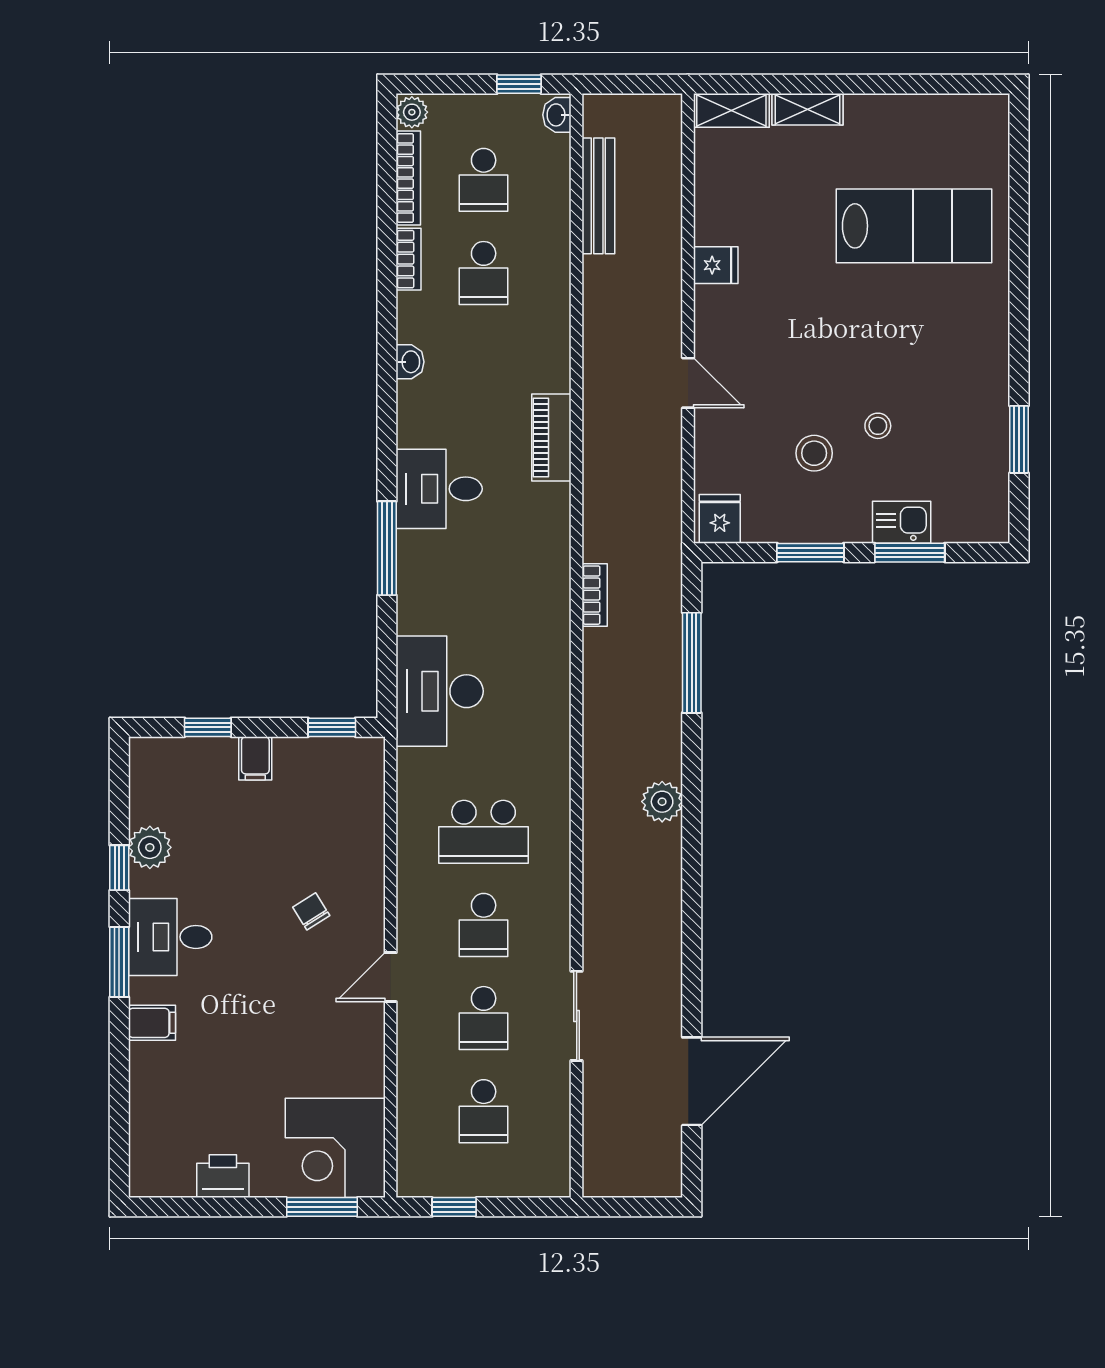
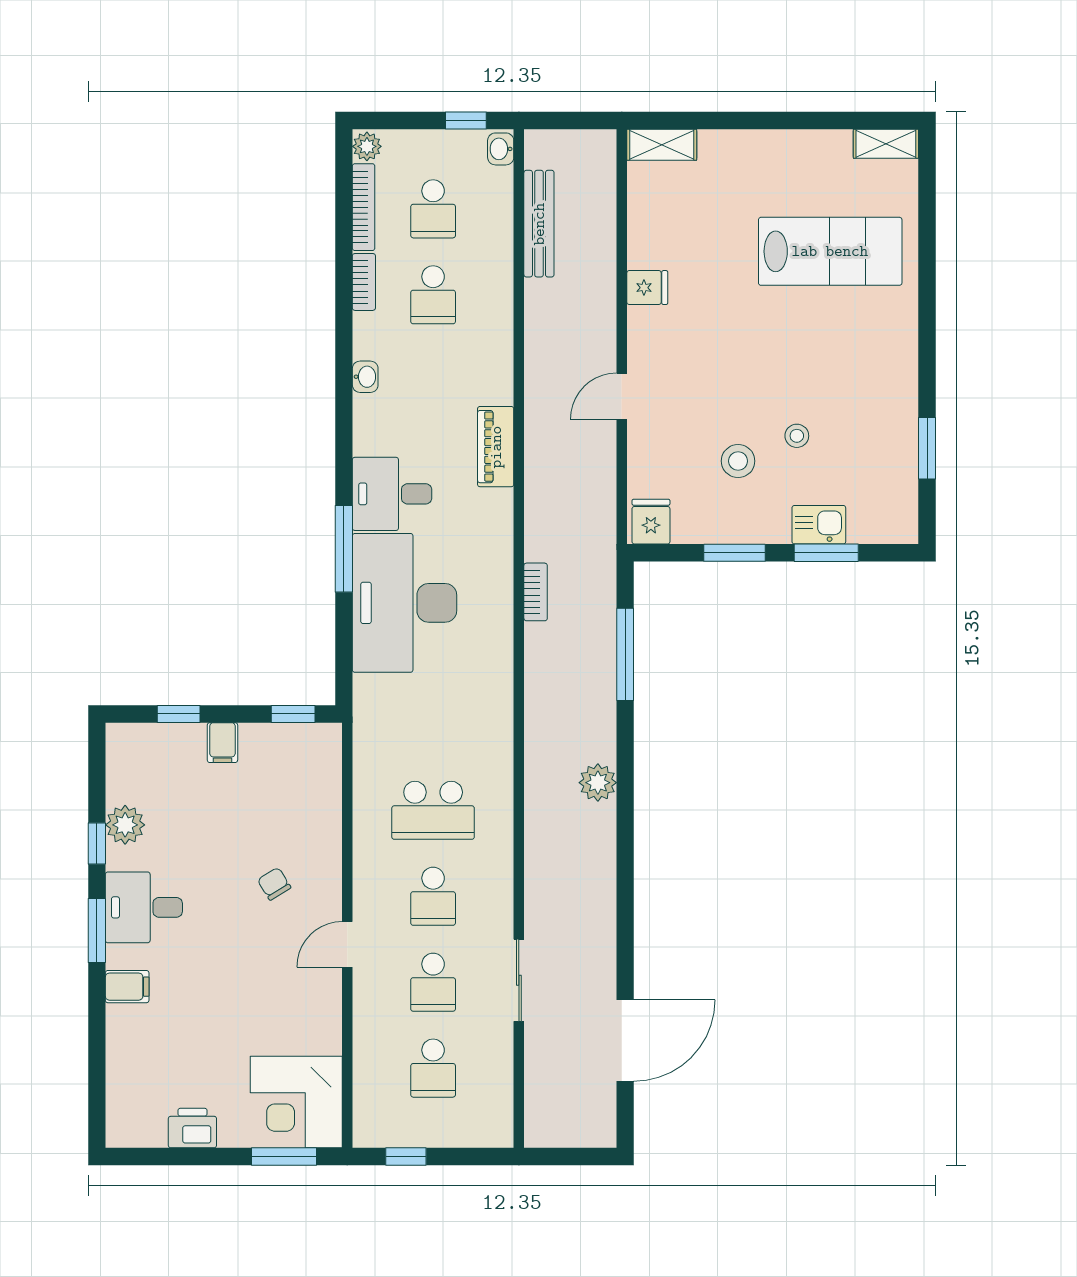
shelving: (807, 109) -> (886, 144), moved
door: (688, 383) -> (622, 396), swing flipped
desk: (440, 691) -> (405, 603), moved, width x1.36, depth x1.30

